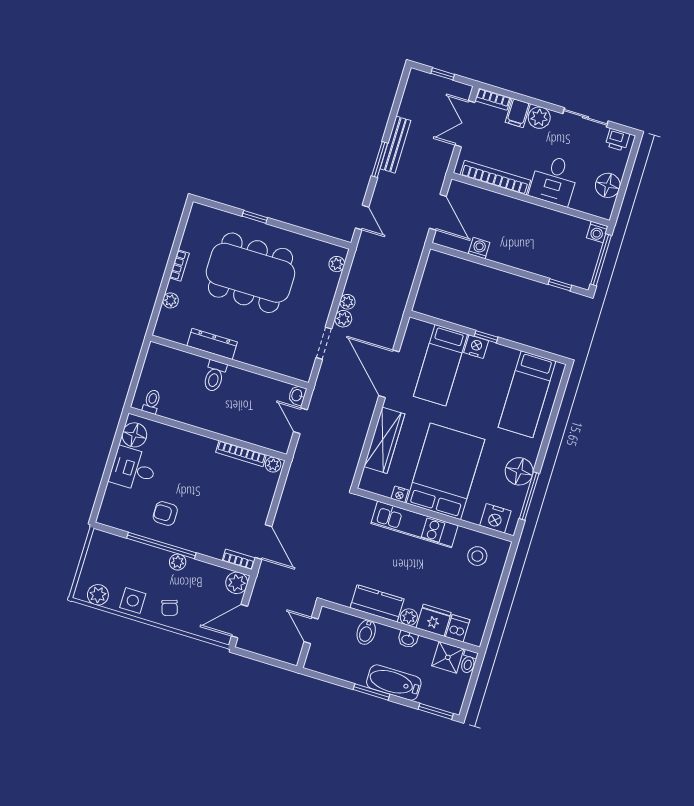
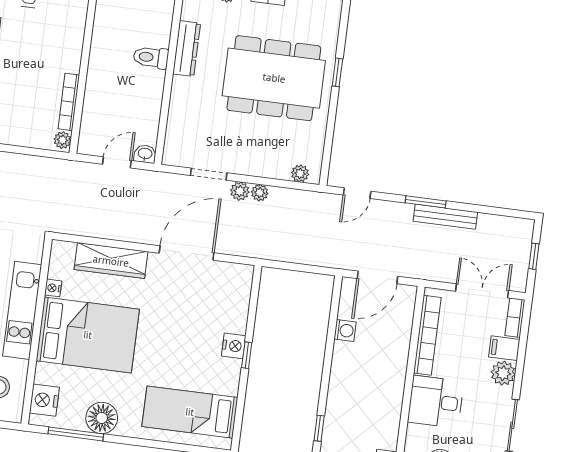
dining table: (250, 273) -> (274, 78), turned 90
bed: (440, 365) -> (206, 309), removed

